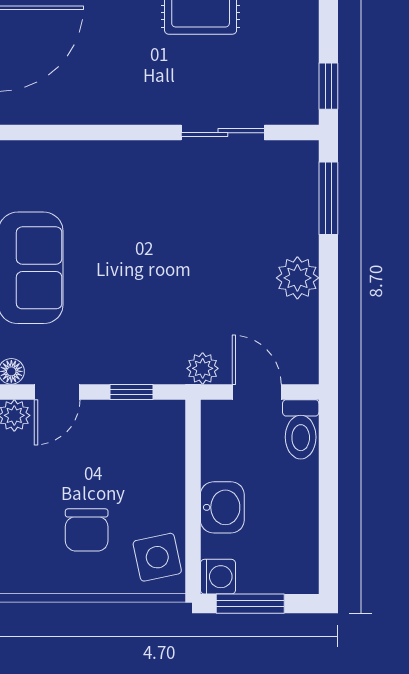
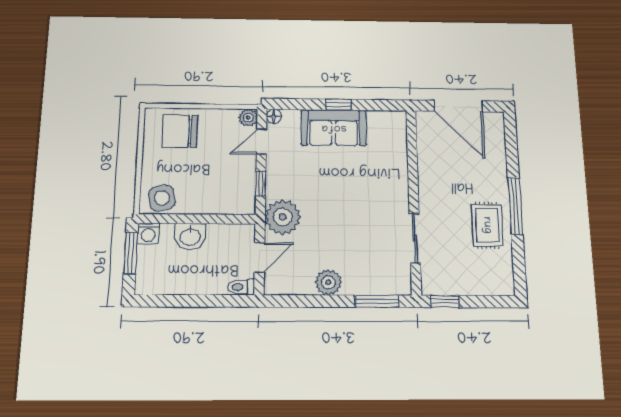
plant: (203, 368) -> (283, 217), width x1.87, depth x1.87
door: (57, 392) -> (262, 142), hinge flipped
toilet: (301, 429) -> (241, 287), width x0.73, depth x0.72
chair: (87, 530) -> (180, 131), moved, width x1.37, depth x1.37

